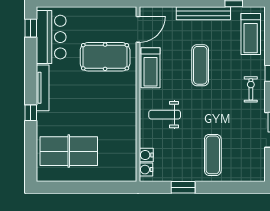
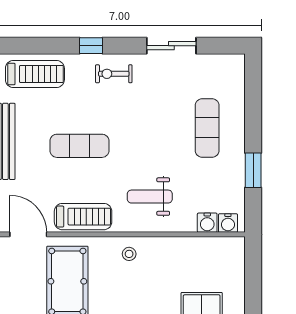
stool: (124, 100) -> (129, 254), added
weight bench: (165, 115) -> (150, 197), turned 90
exercise mat: (213, 155) -> (207, 128), turned 90

